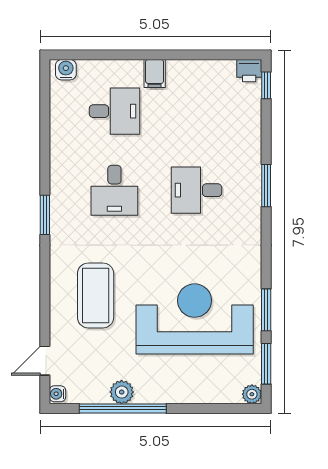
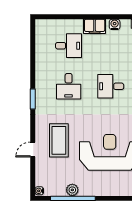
water cooler: (66, 70) -> (115, 24), moved
filing cabinet: (155, 73) -> (95, 26), width x2.00
door: (45, 361) -> (33, 150), moved

